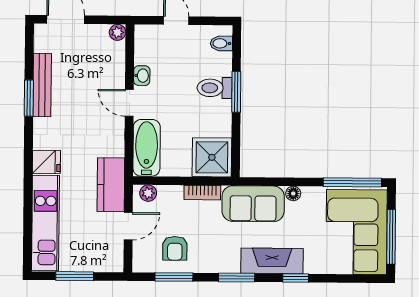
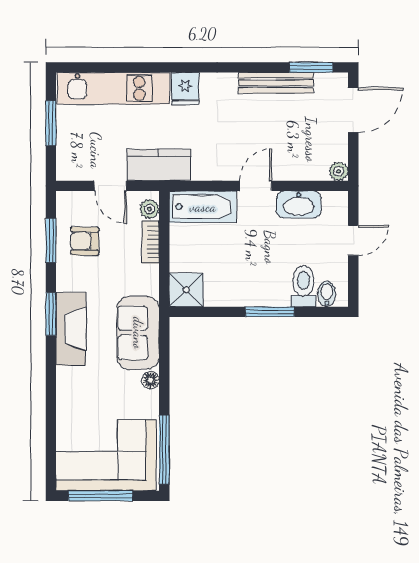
washbasin: (142, 76) -> (299, 205), width x1.91, depth x1.45
toilet: (215, 88) -> (303, 286), moved
window: (29, 98) -> (311, 67), moved
shower: (212, 157) -> (186, 290), width x0.73, depth x0.73
bookcase: (202, 193) -> (151, 242), moved
fireplace: (272, 261) -> (71, 329), moved
window: (296, 278) -> (51, 384), removed

